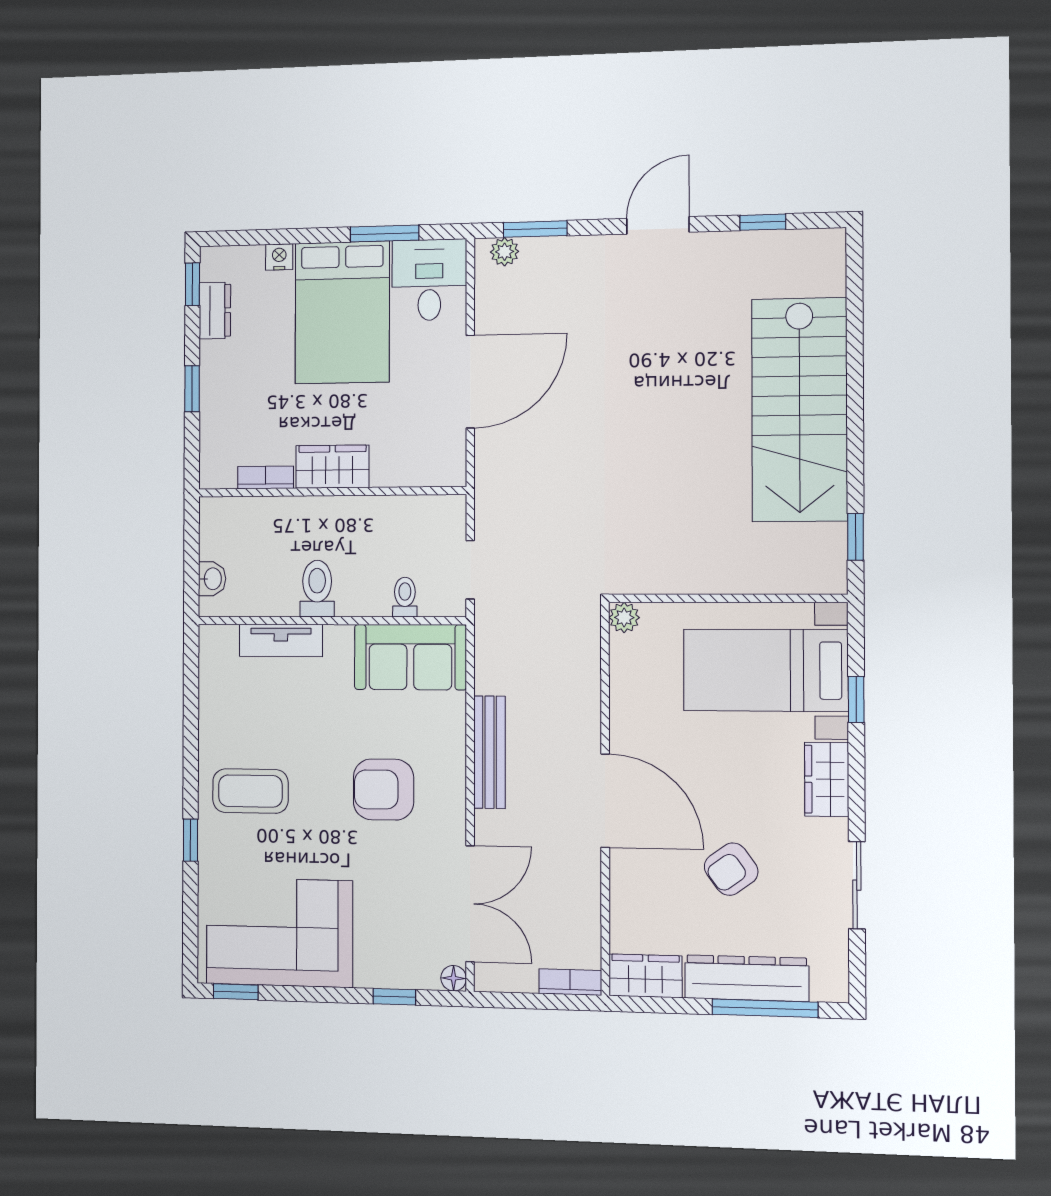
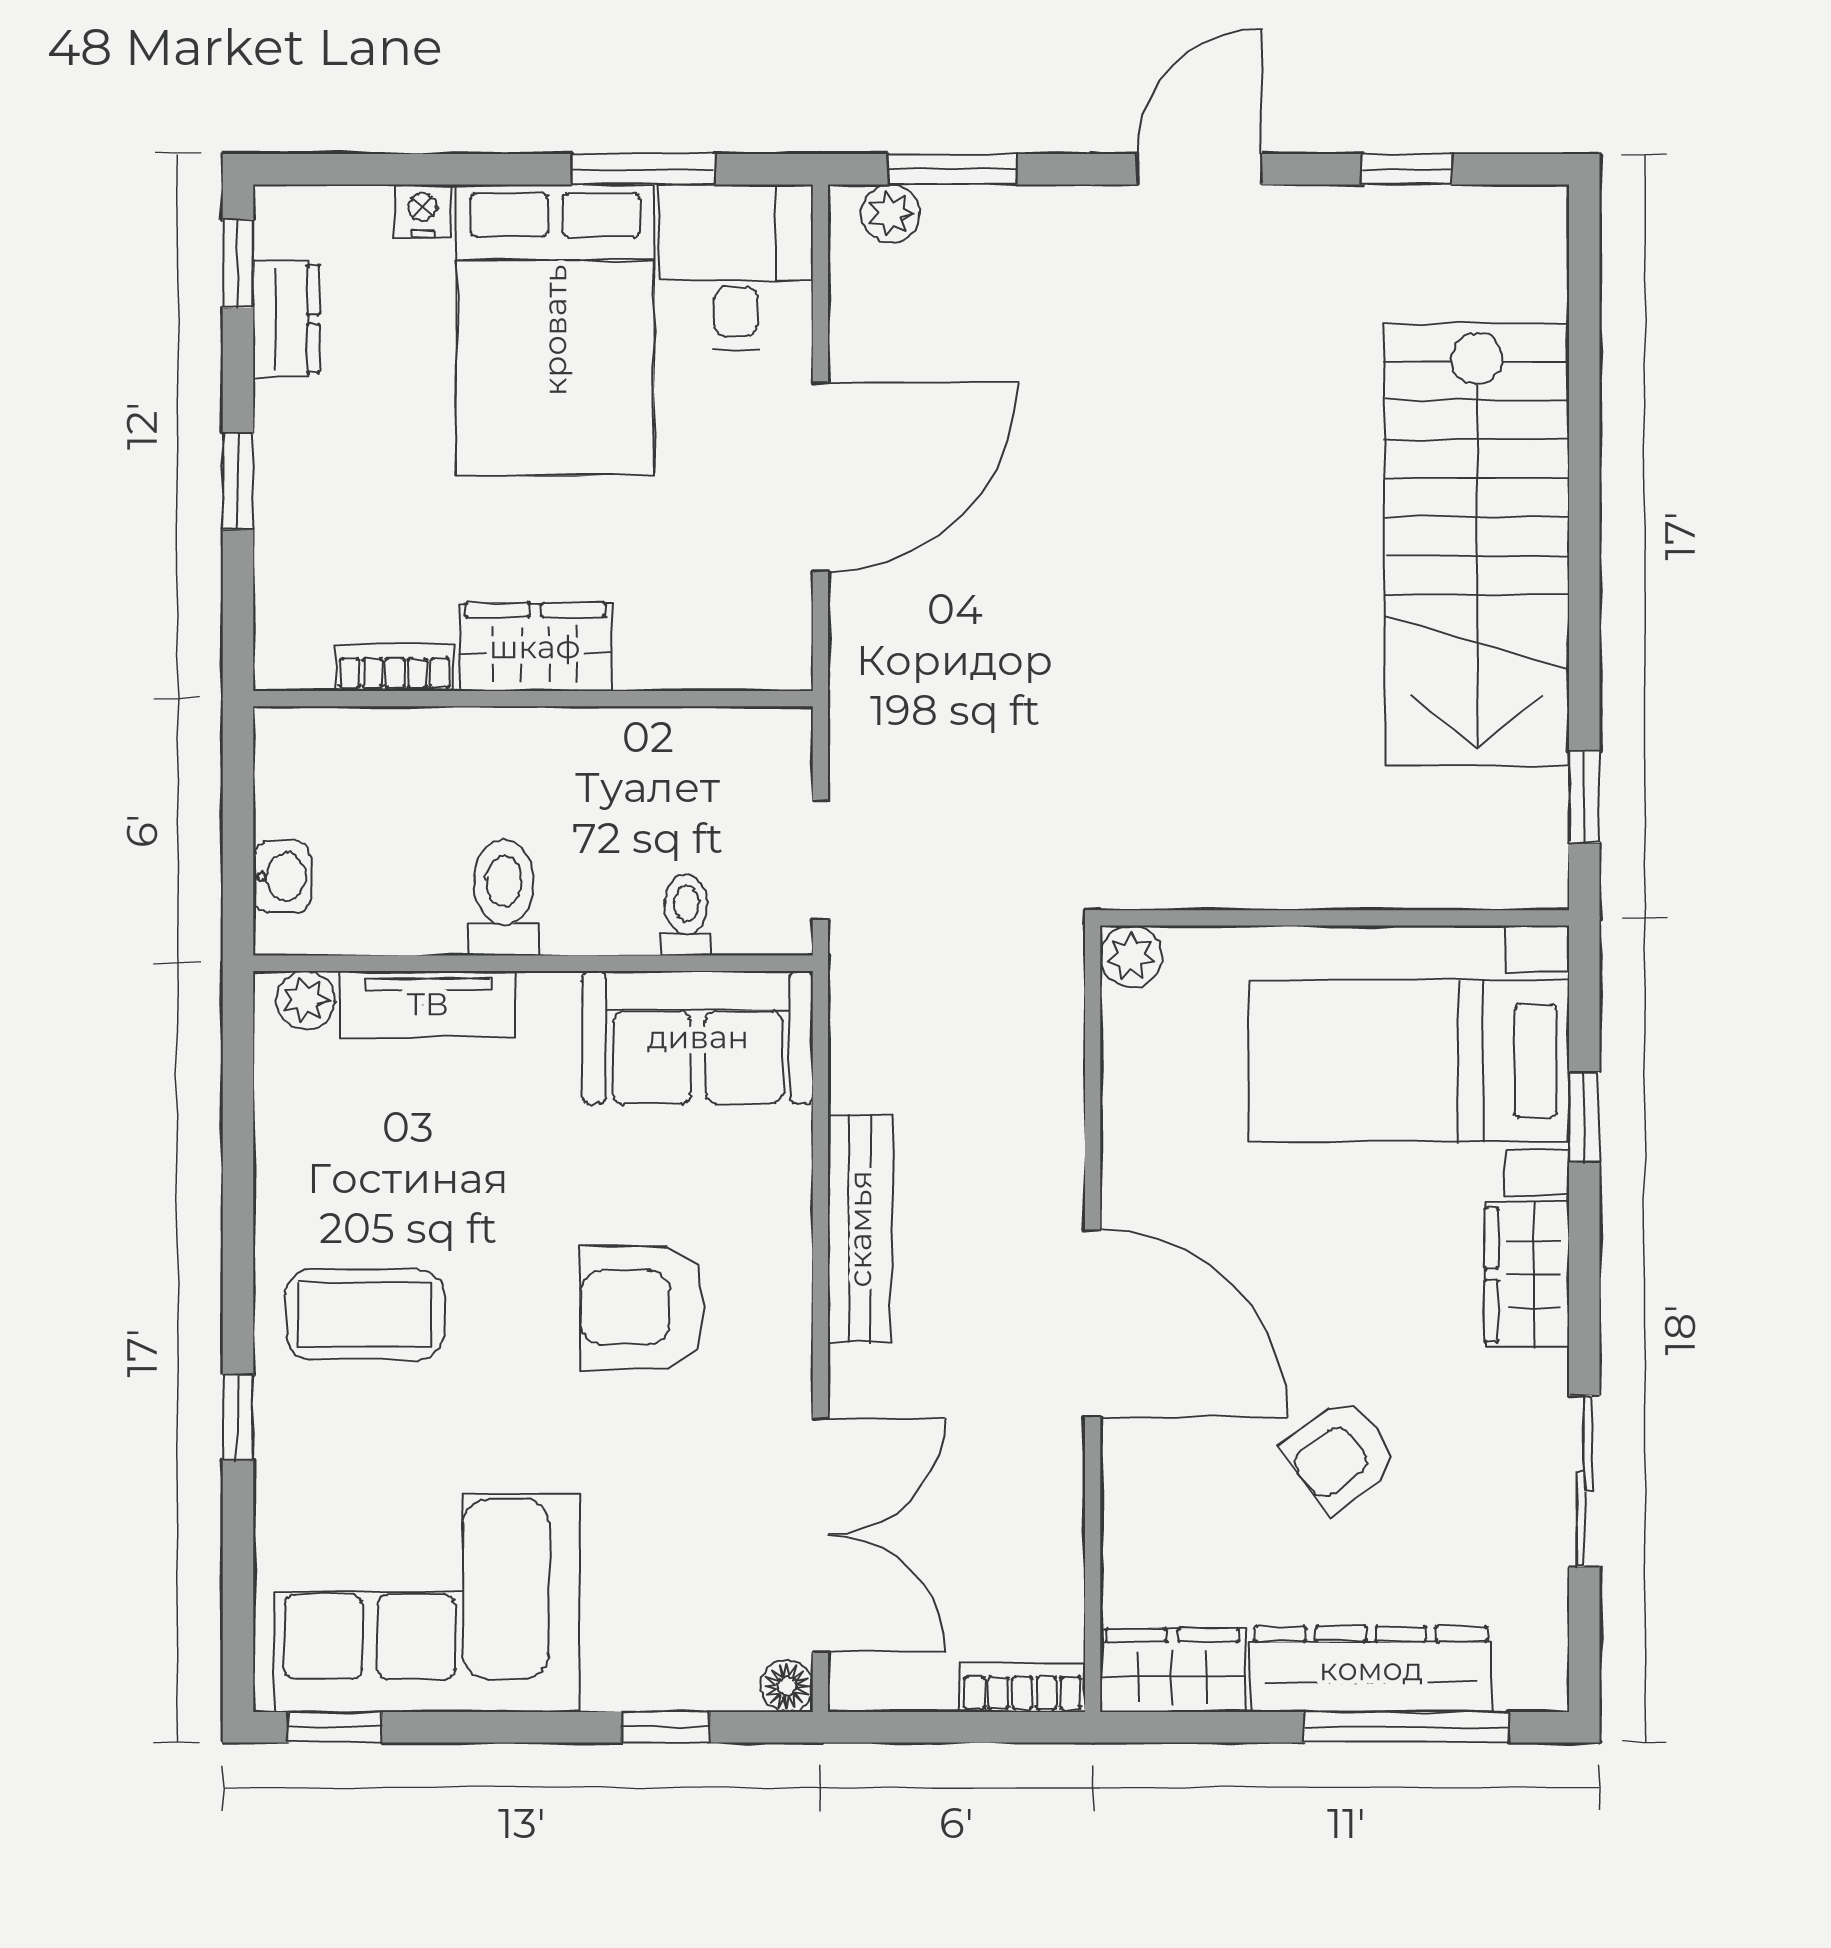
plant: (223, 638) -> (306, 1000), added

